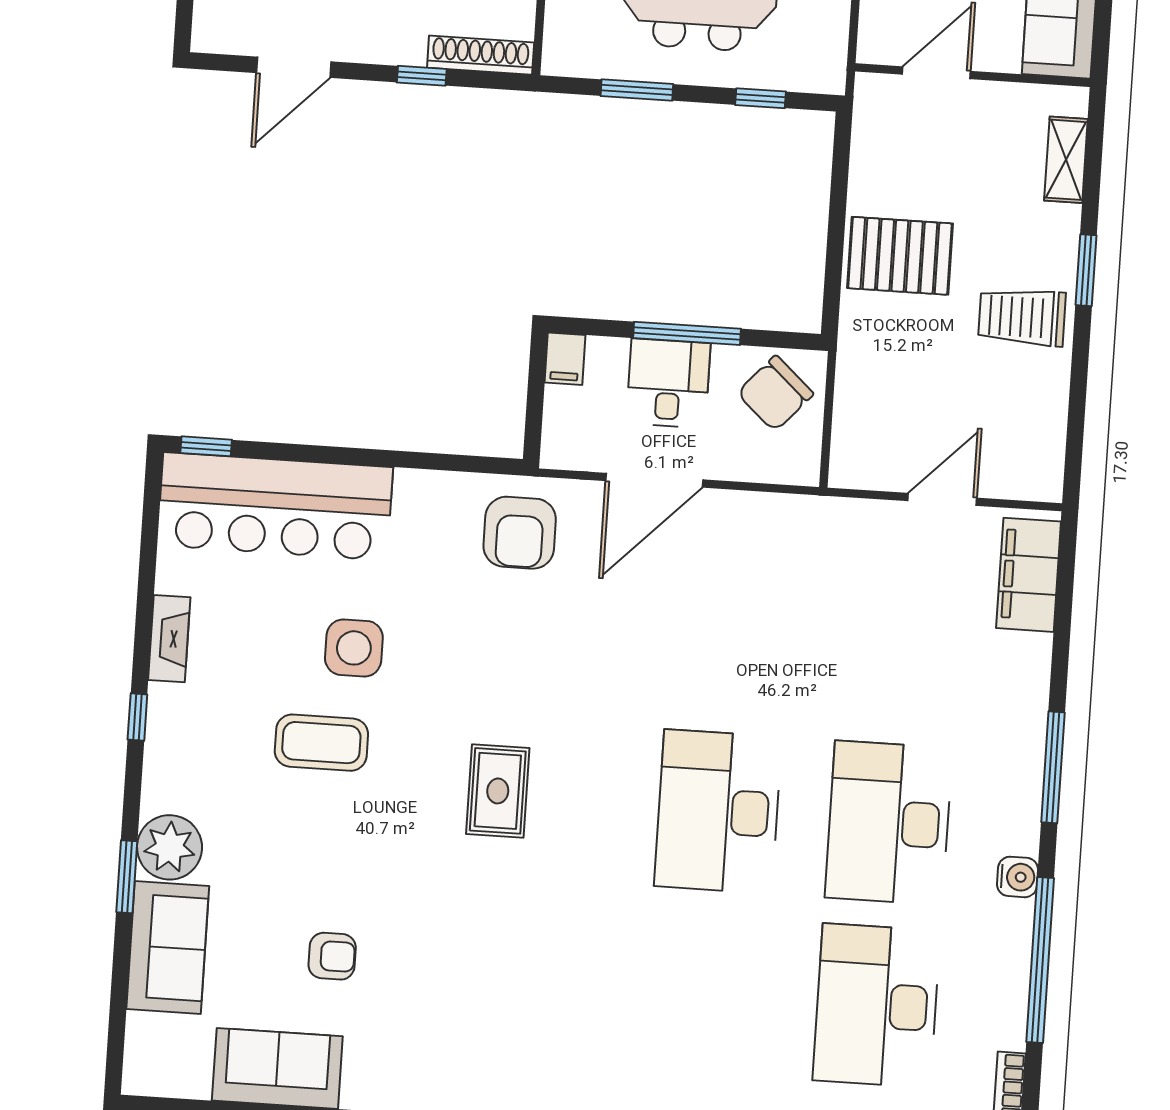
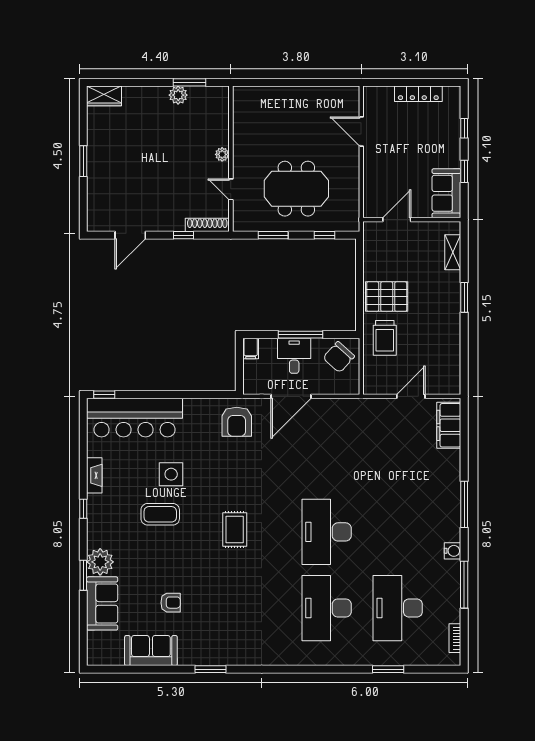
trolley: (1022, 317) -> (385, 338), moved, turned -90
desk: (889, 823) -> (327, 608), moved
window: (1040, 960) -> (464, 585), width x0.68

